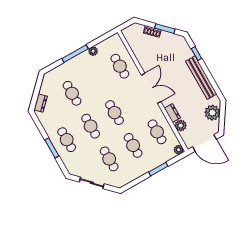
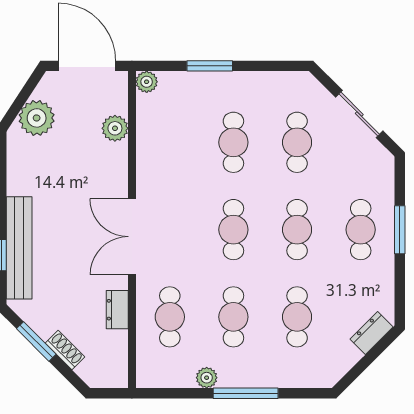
bench: (201, 78) -> (19, 248), moved
dresser: (172, 113) -> (117, 310), moved
cafe table: (157, 132) -> (233, 317), moved

